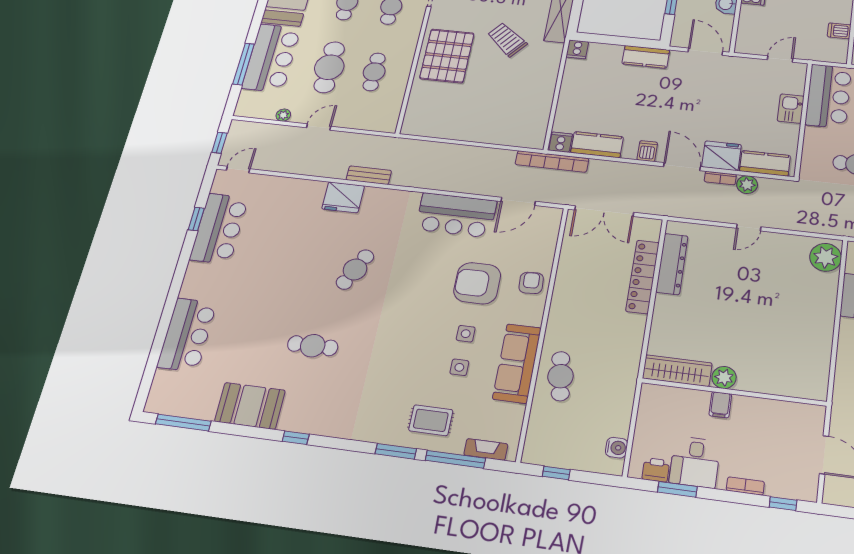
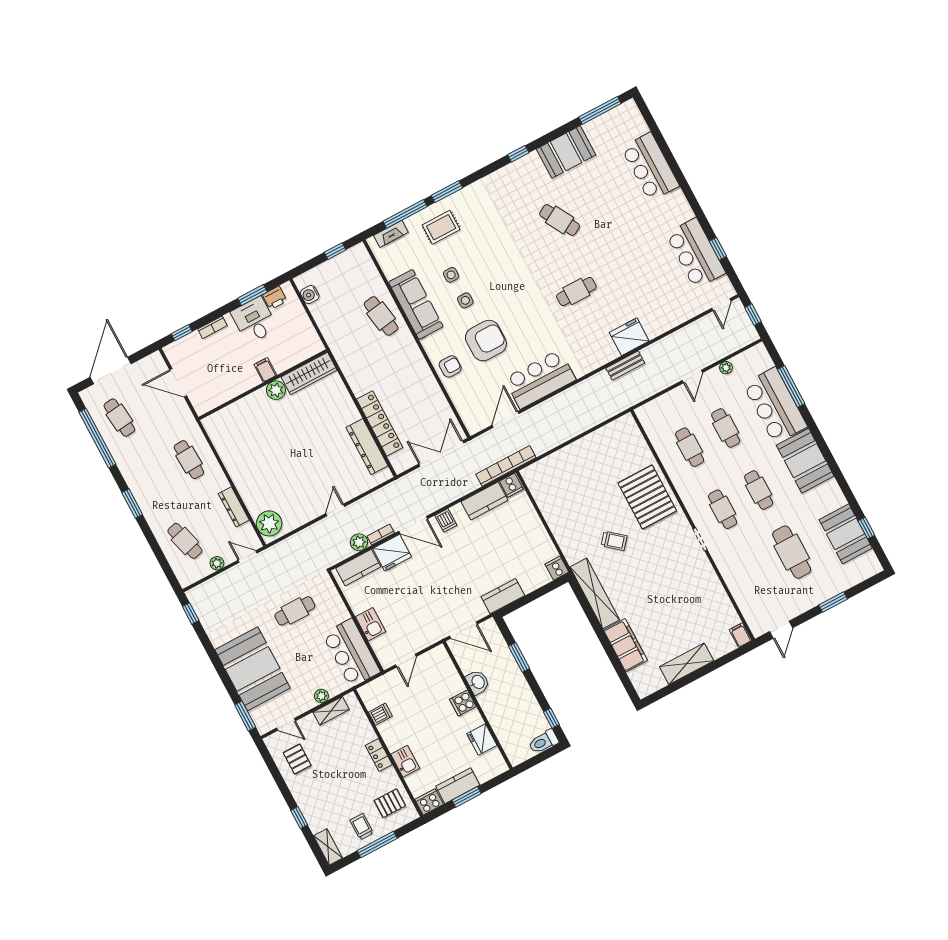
trolley: (507, 40) -> (614, 541), width x0.73, depth x0.72
cafe table: (329, 67) -> (726, 428), width x0.73, depth x0.74
cafe table: (355, 269) -> (576, 292), turned 64
armchair: (531, 283) -> (450, 366), turned -87
cafe table: (313, 346) -> (560, 220), turned 60

